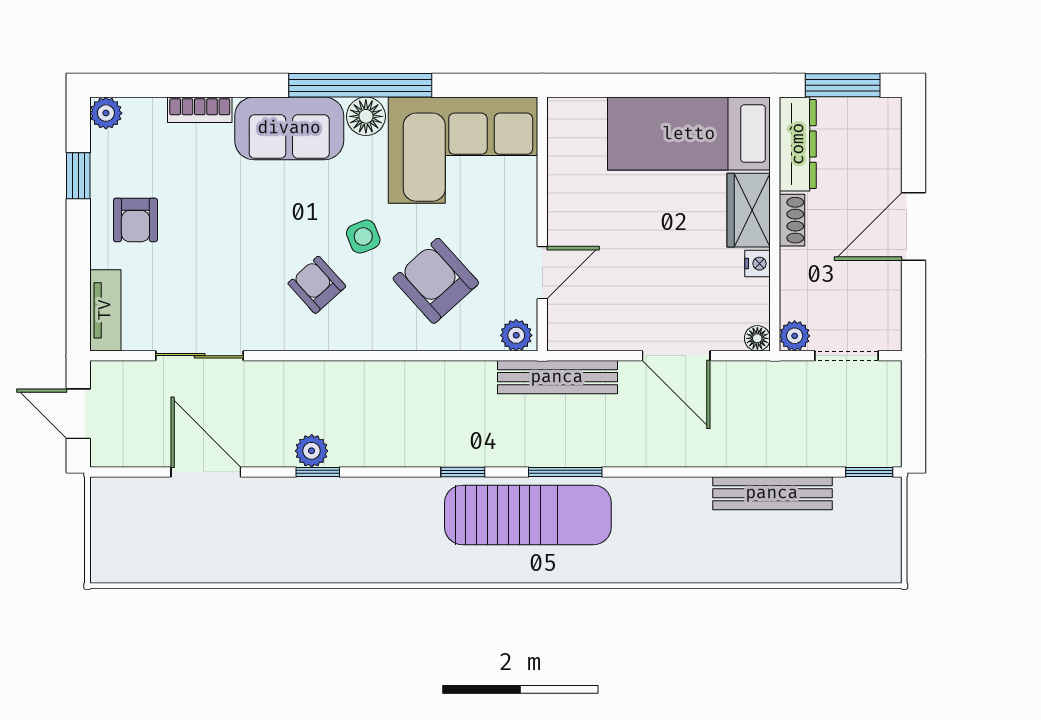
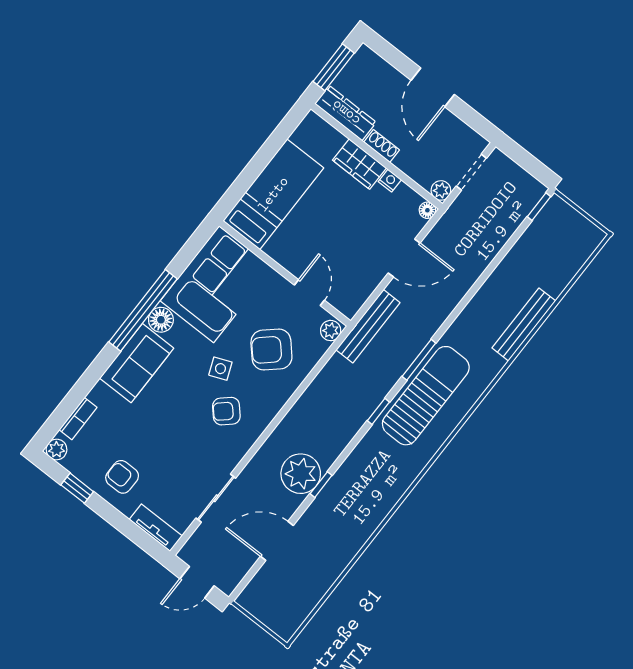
bookcase: (200, 110) -> (78, 419), moved
bed: (689, 134) -> (273, 194), moved, turned 180
armchair: (135, 220) -> (122, 477), turned 180
plant: (312, 451) -> (301, 474), width x1.88, depth x1.88
bench: (772, 493) -> (524, 324), moved

